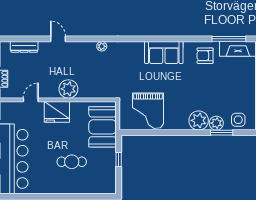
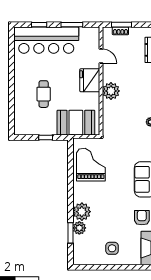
grand piano: (148, 111) -> (91, 165), turned 90
side table: (238, 120) -> (112, 248), moved

